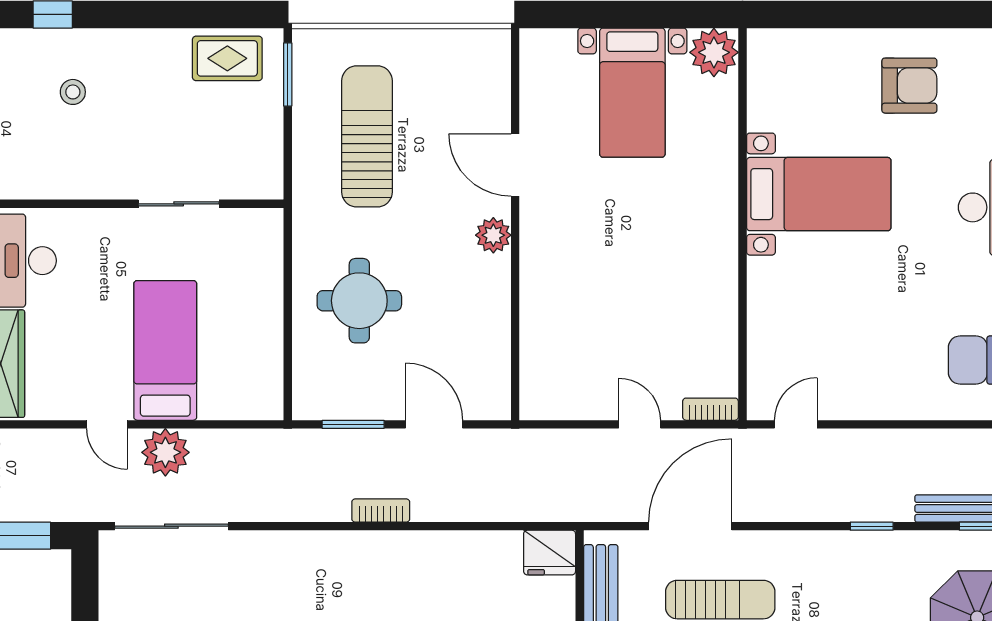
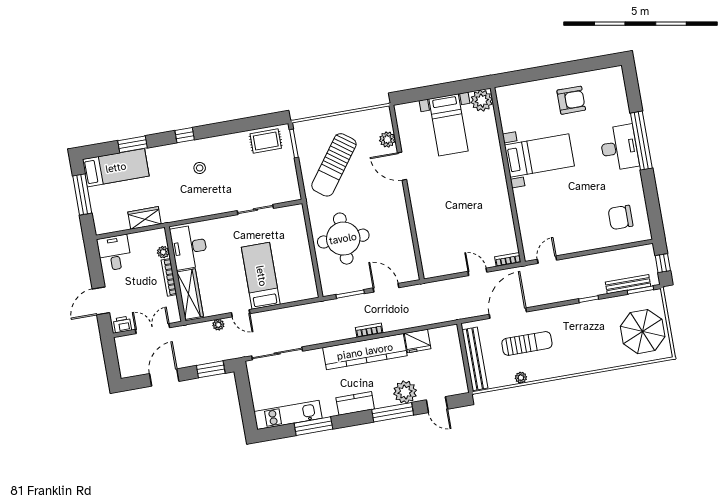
sun lounger: (367, 136) -> (334, 165), turned -144
plant: (493, 235) -> (387, 139), moved
round table: (359, 301) -> (343, 239), width x1.36, depth x1.36
plant: (165, 452) -> (218, 325), moved, width x0.53, depth x0.53
fridge: (550, 553) -> (418, 341), moved
kitchen counter: (363, 556) -> (365, 352), added

